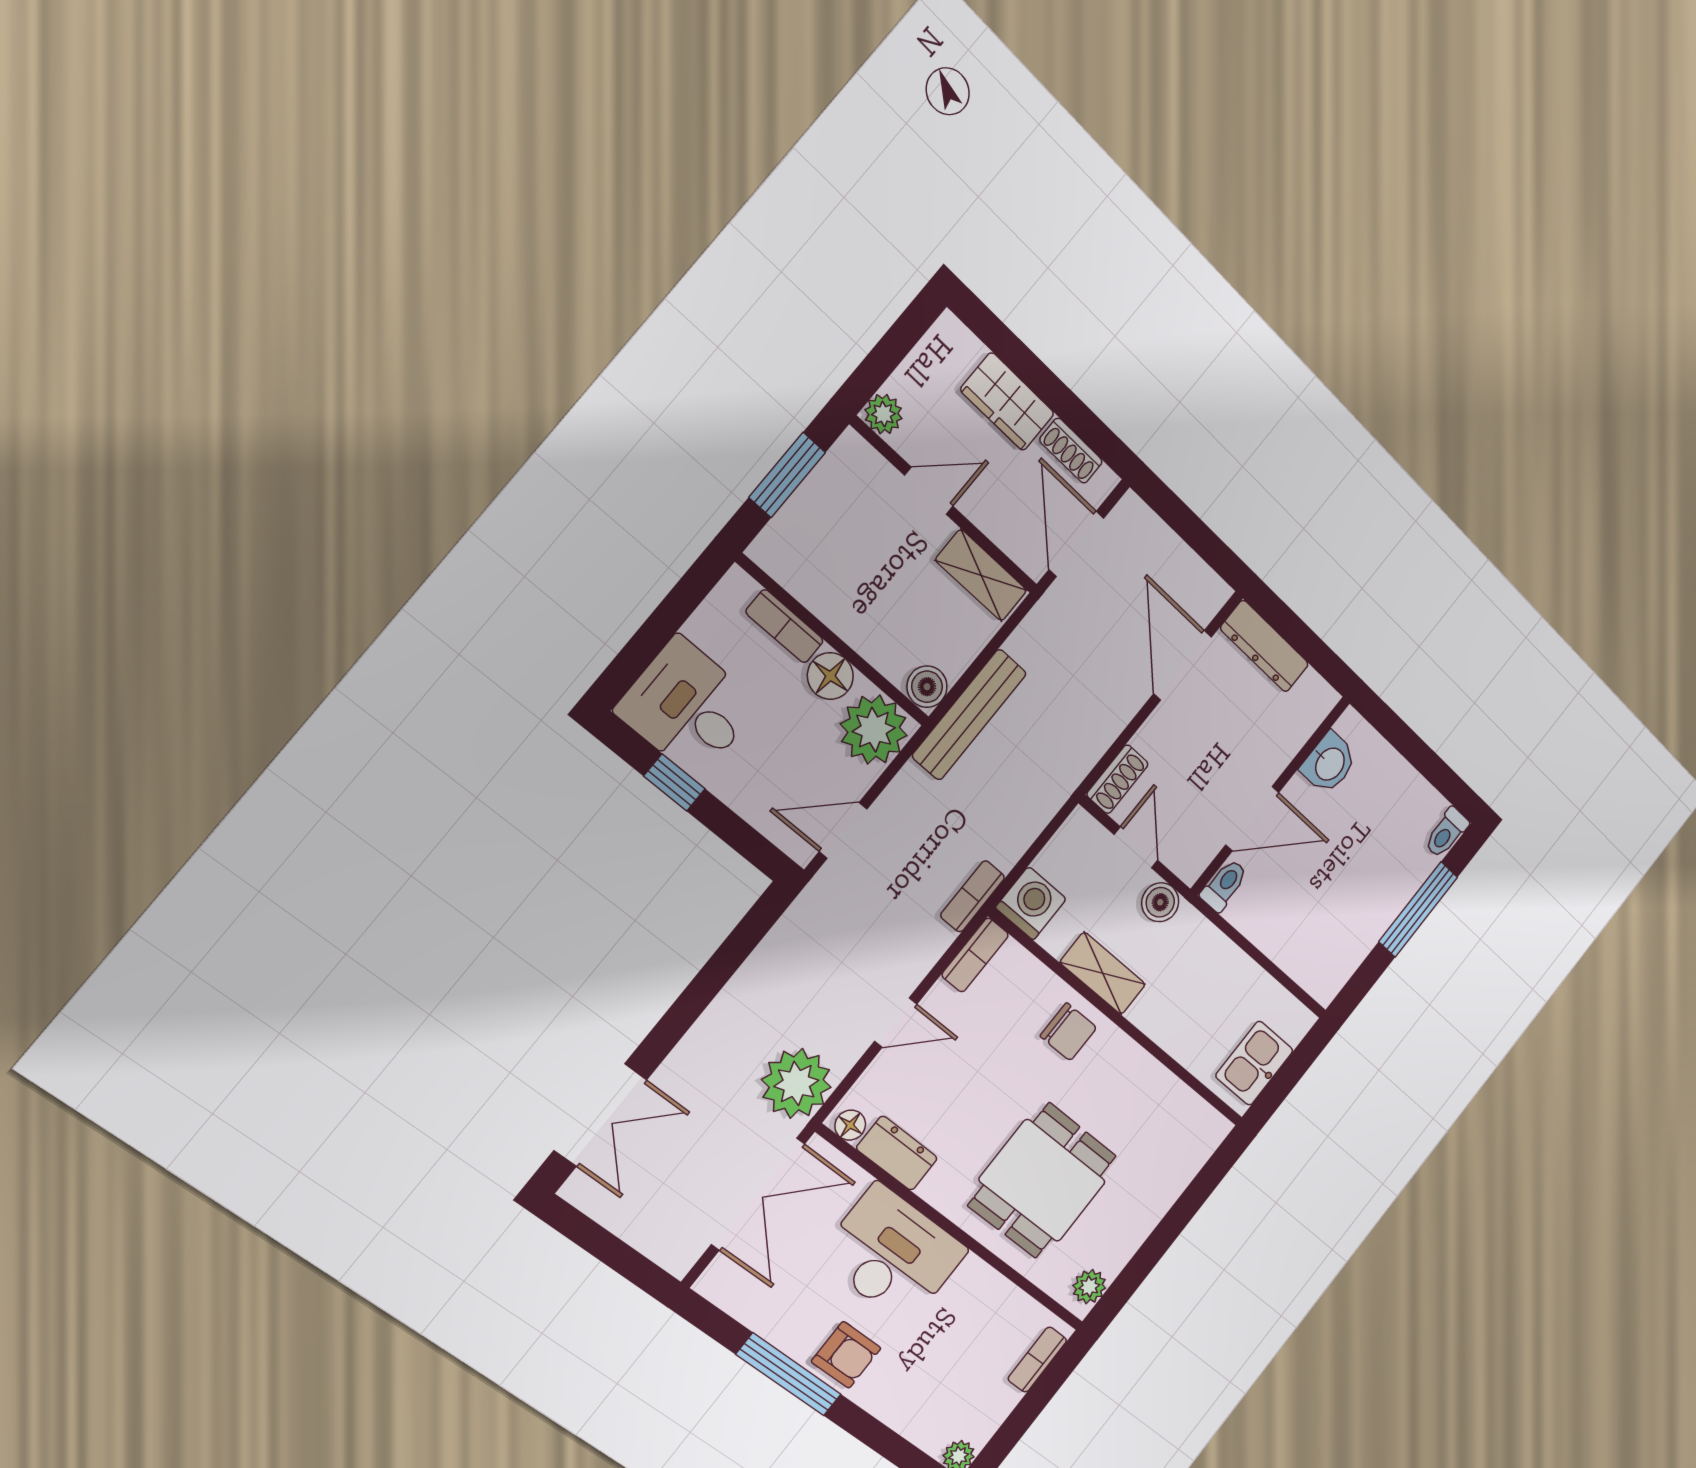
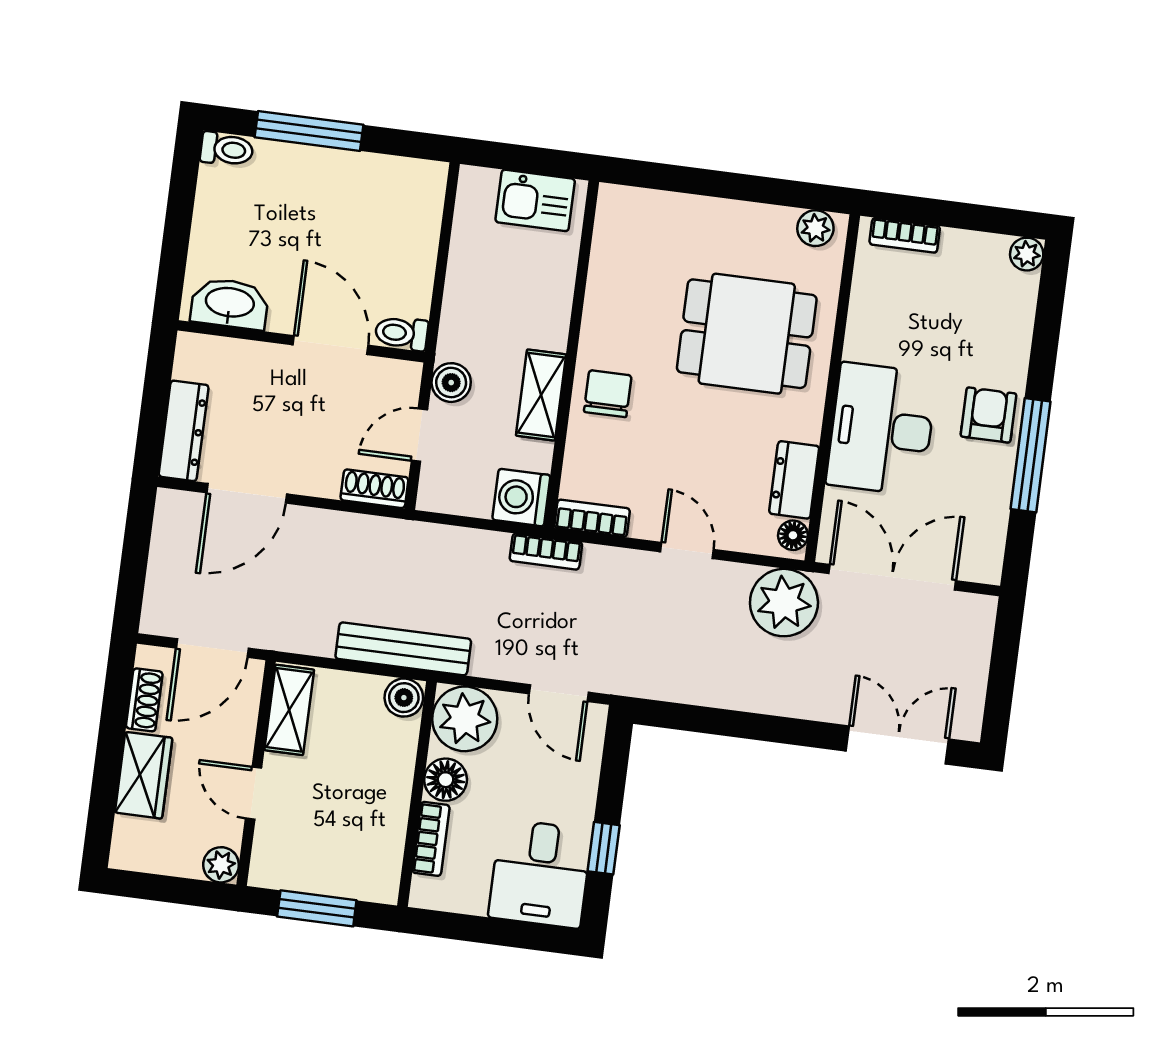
washbasin: (1329, 763) -> (230, 304), width x1.38

